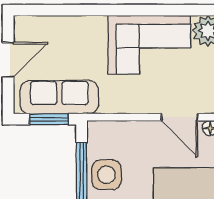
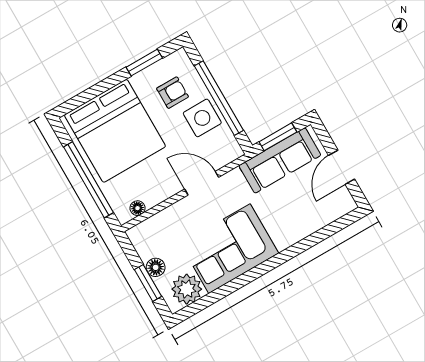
door: (179, 117) -> (202, 183), moved

